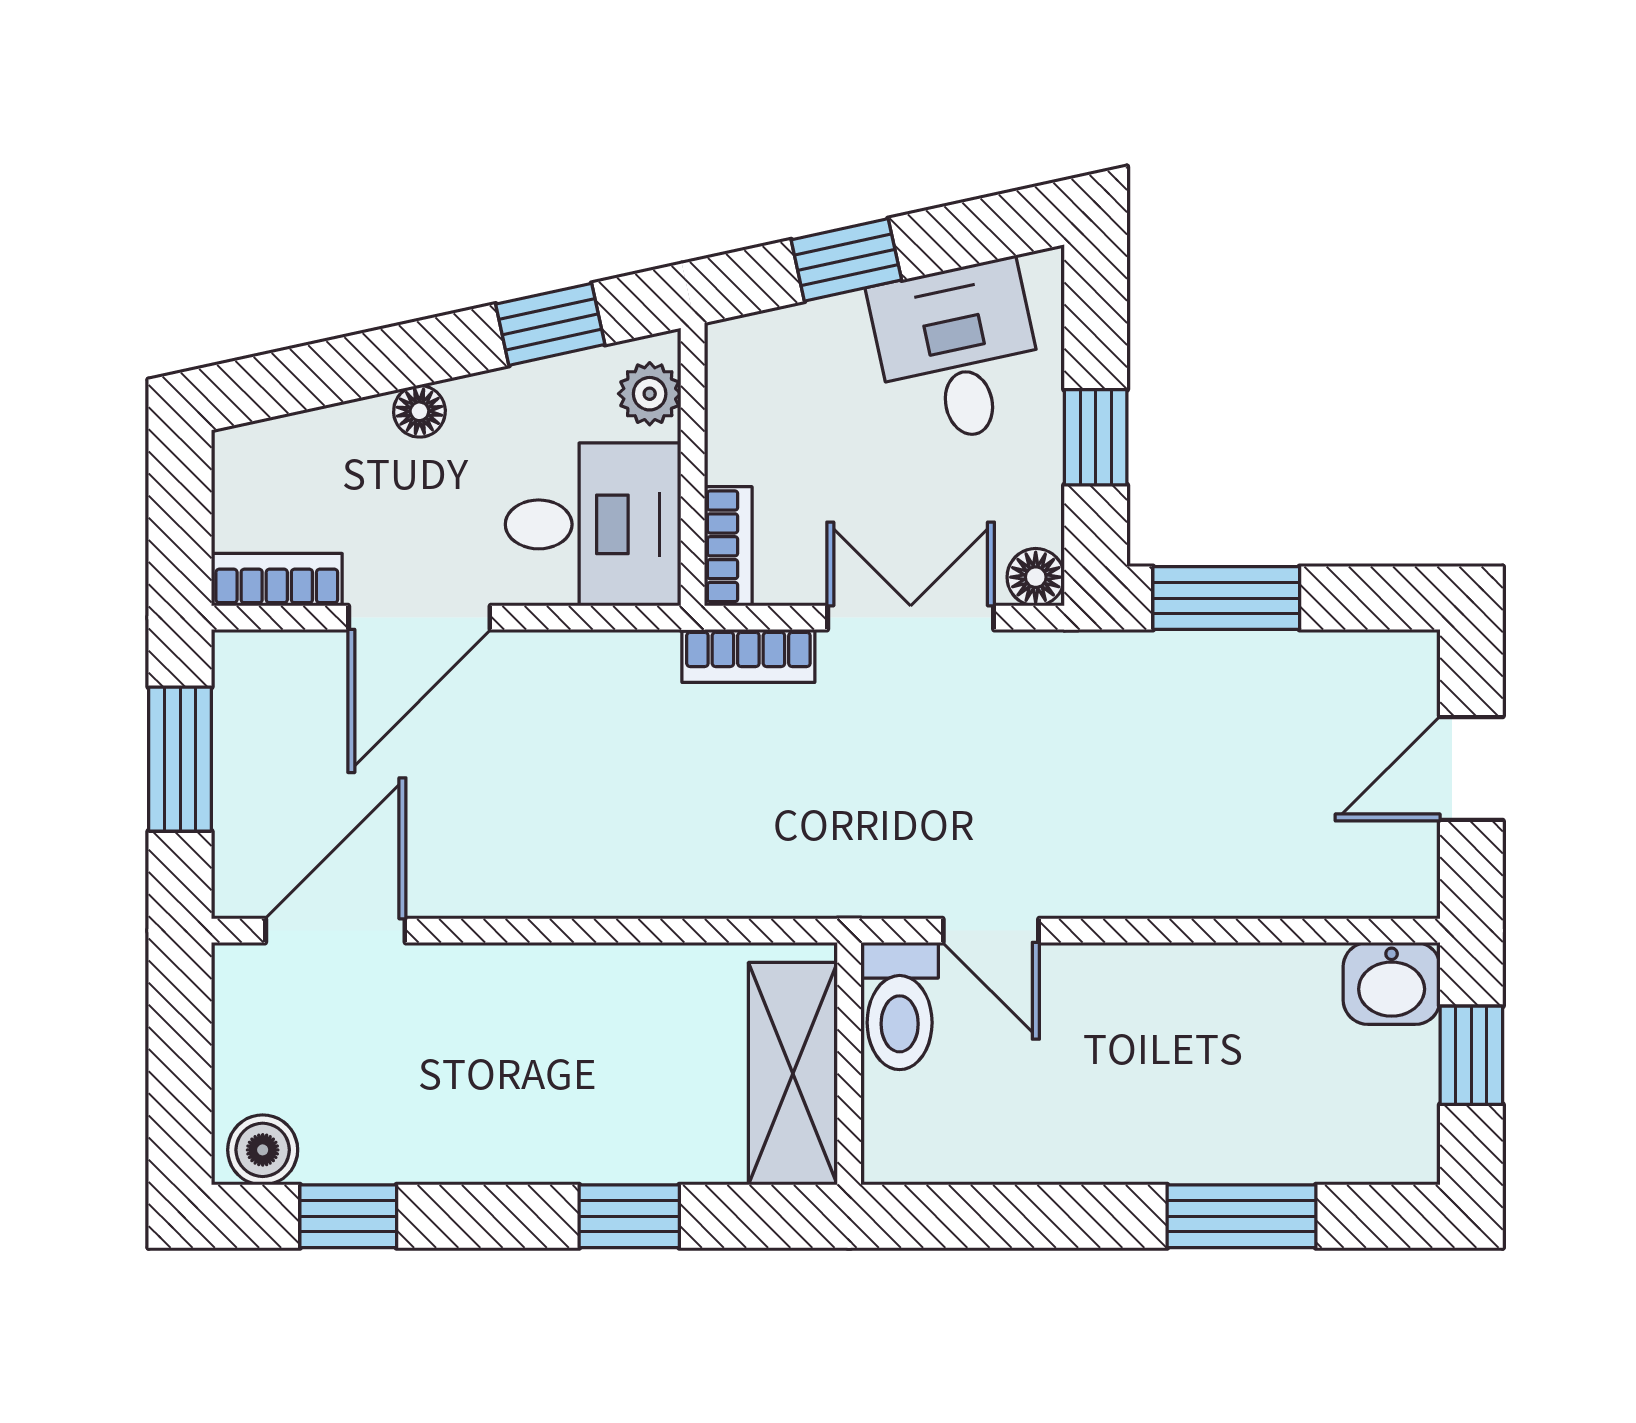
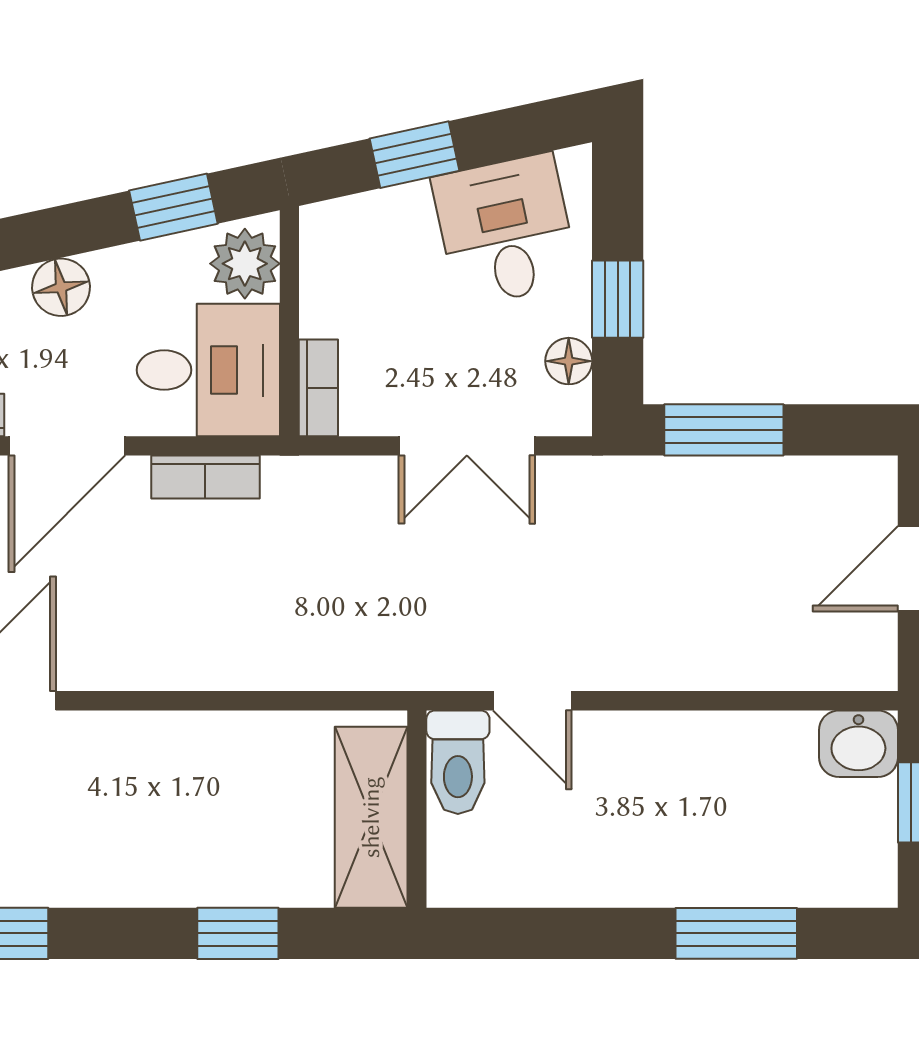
plant: (650, 394) -> (245, 264), width x1.38, depth x1.38
floor lamp: (419, 411) -> (61, 287), width x1.37, depth x1.37
floor lamp: (1036, 577) -> (569, 361), moved
double door: (911, 618) -> (467, 446), swing flipped
bookcase: (748, 656) -> (205, 477), moved

